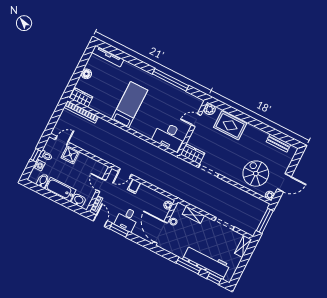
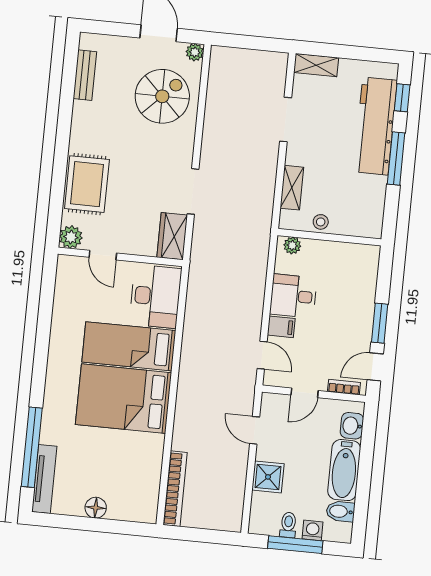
window: (171, 80) -> (32, 447), moved
wardrobe: (81, 98) -> (147, 499), removed
bed: (130, 105) -> (124, 399), width x1.50
bed: (152, 116) -> (129, 346), added
door: (62, 141) -> (255, 430), moved
window: (36, 155) -> (295, 545), width x2.17
spiral stairs: (256, 174) -> (162, 96), turned 180
desk: (127, 219) -> (293, 296), moved, turned 180
window: (265, 221) -> (249, 42), removed
door: (160, 232) -> (351, 239), removed

